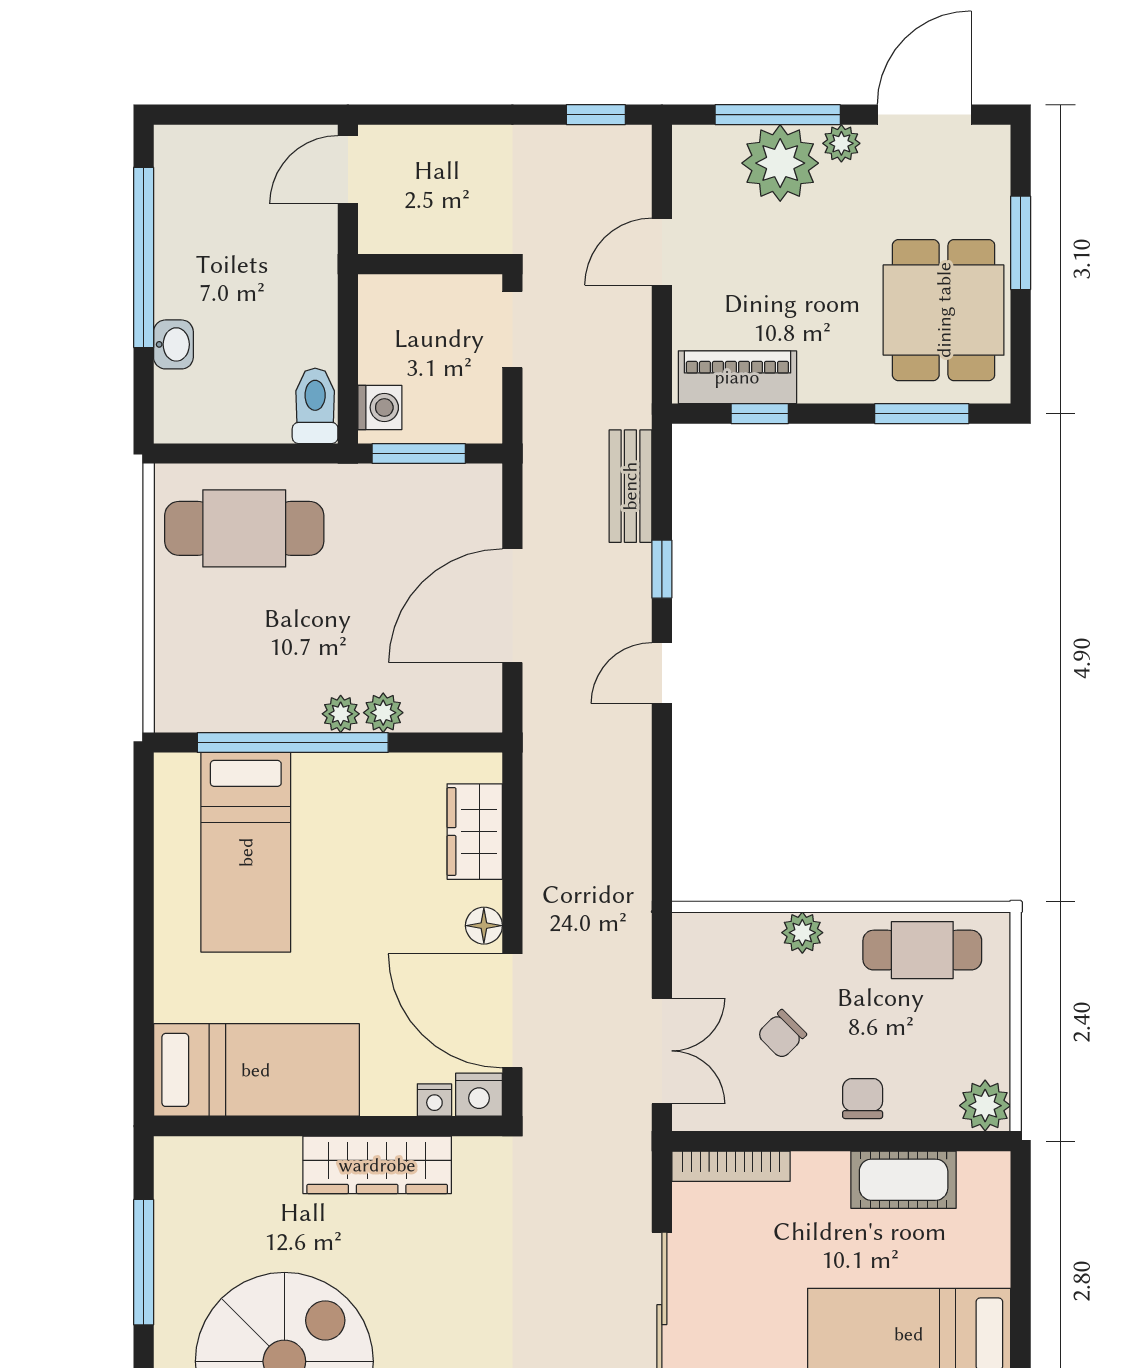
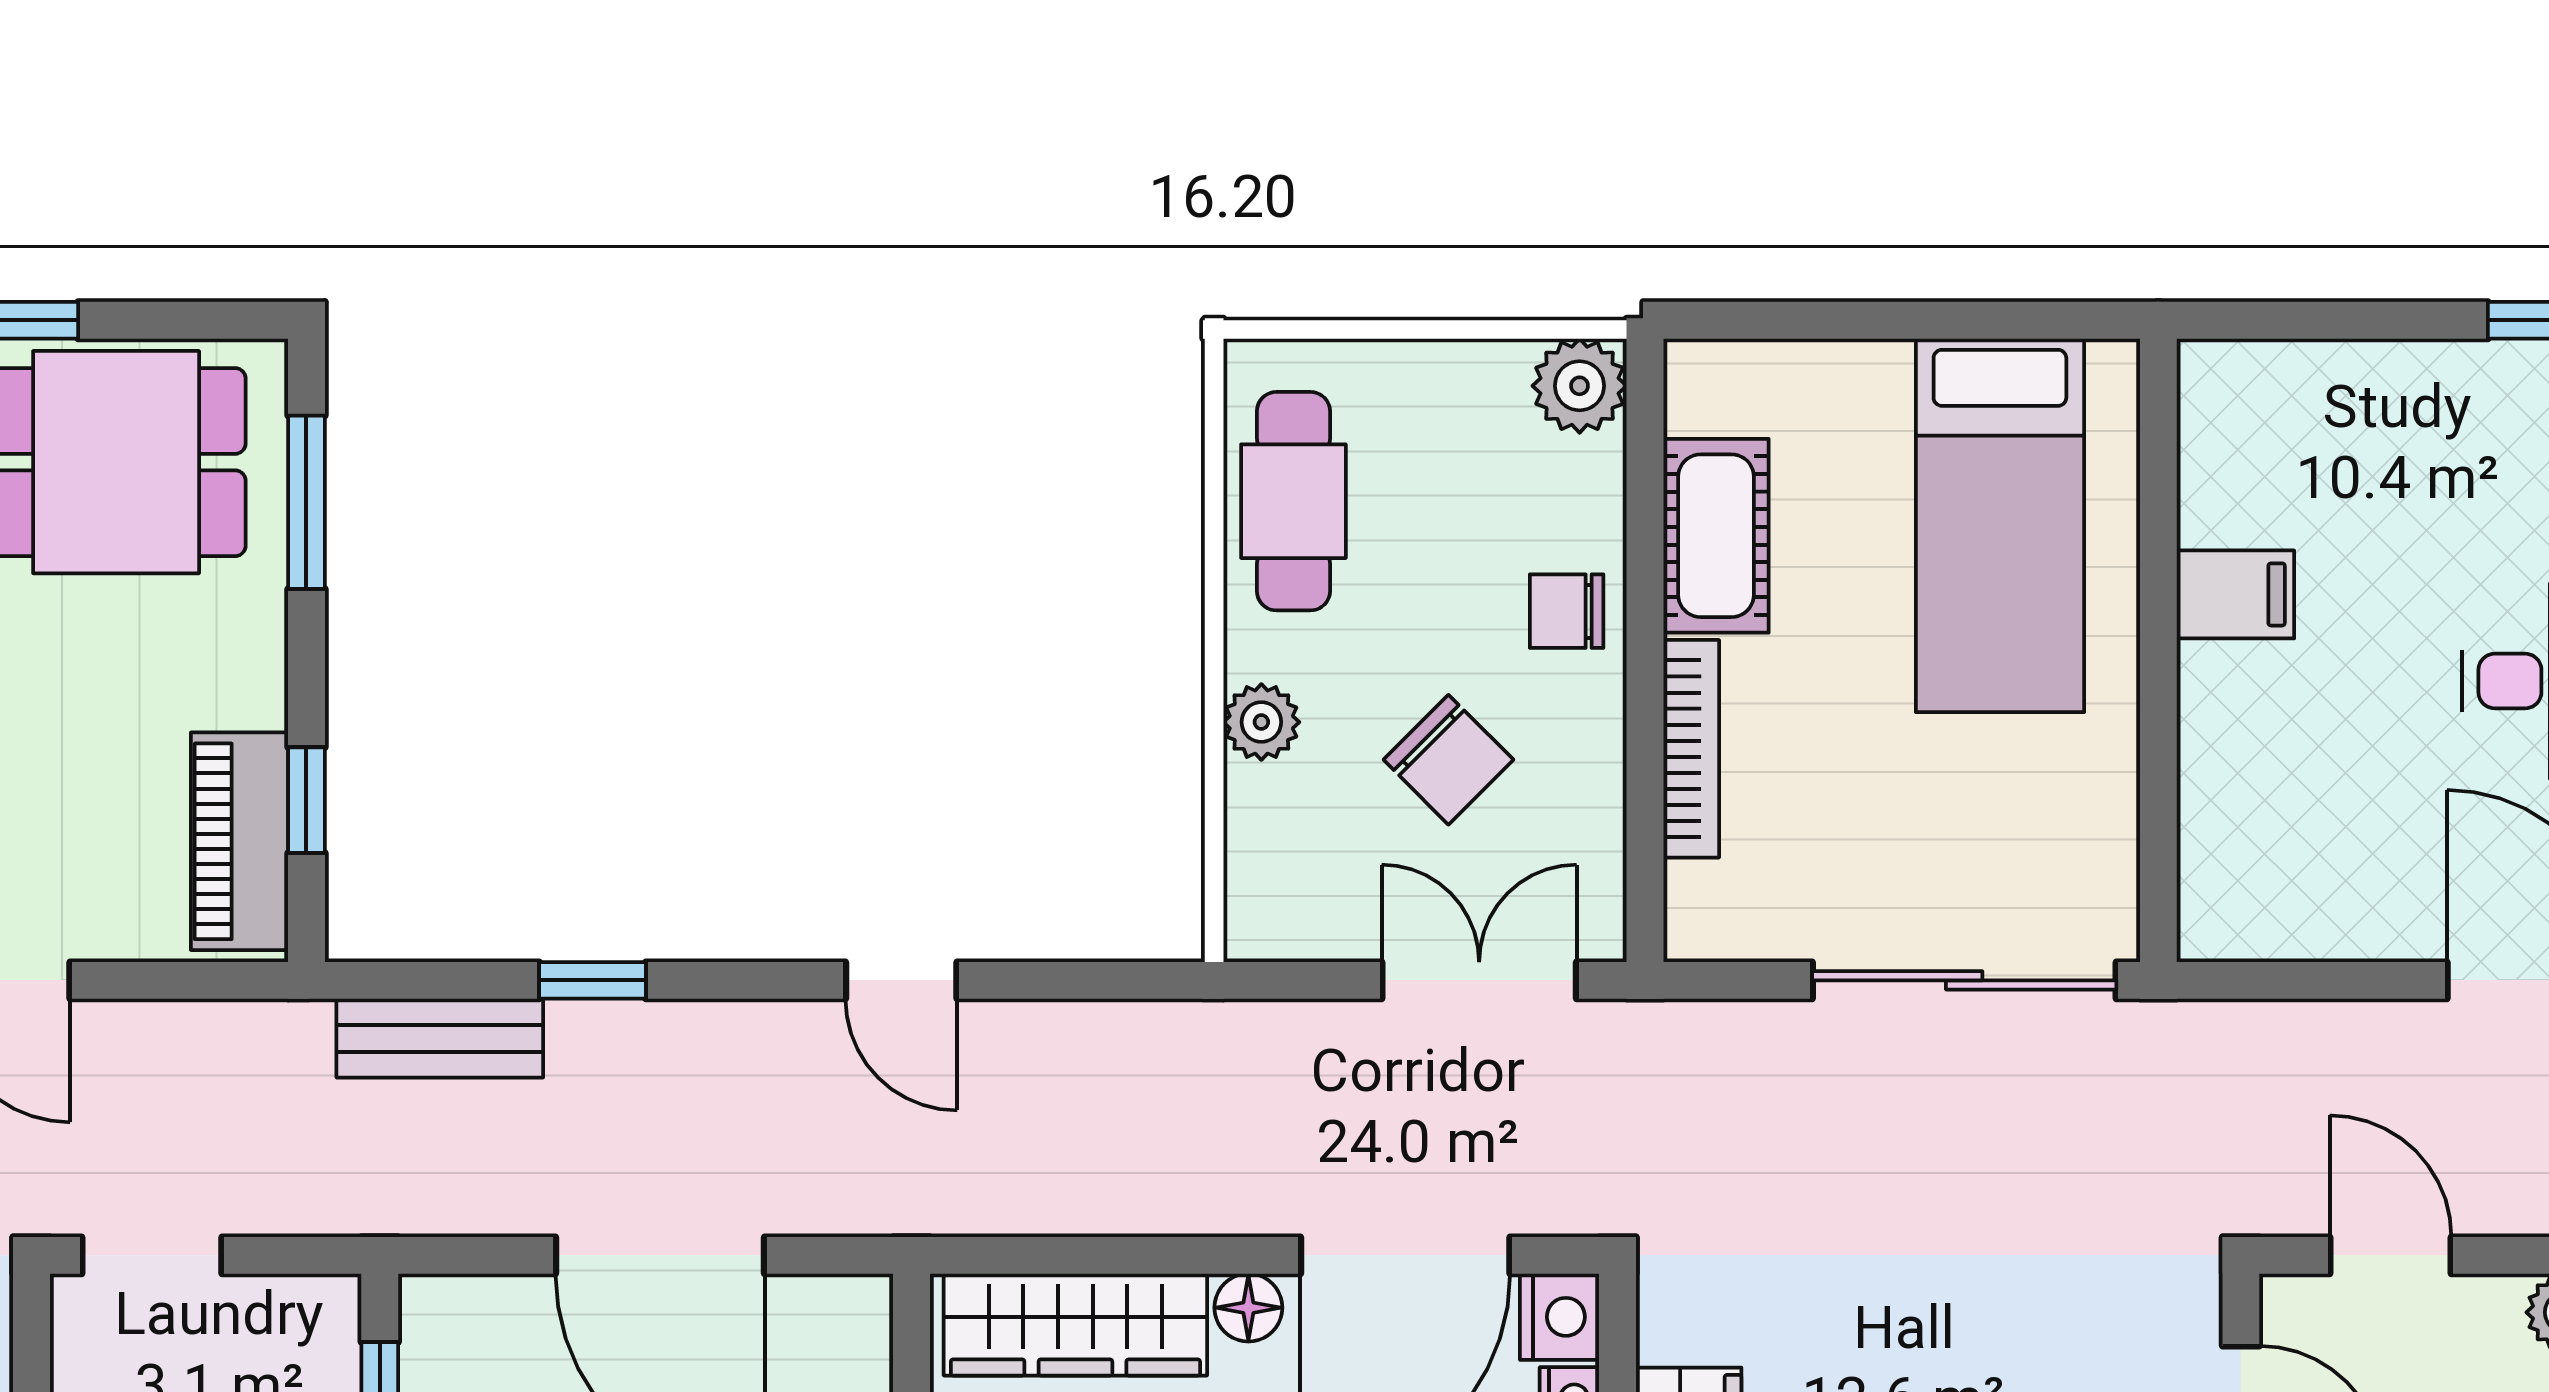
door: (662, 673) -> (901, 980), moved
wardrobe: (475, 832) -> (1075, 1325), width x1.50
chair: (782, 1034) -> (1448, 760), width x1.37, depth x1.37
bookcase: (731, 1166) -> (1691, 749), moved

